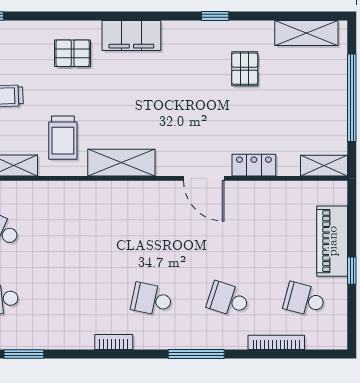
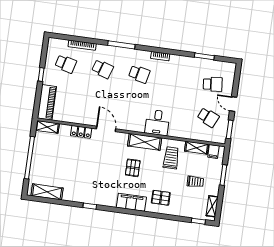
pallet: (245, 69) -> (133, 168), moved
desk: (101, 206) -> (157, 123), added
piano: (332, 241) -> (47, 102), moved

